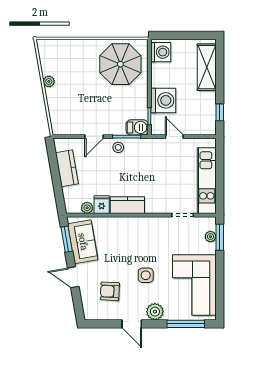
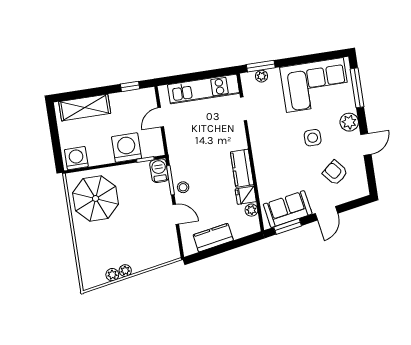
plant: (47, 69) -> (112, 275), added
door: (174, 137) -> (161, 117), moved
armchair: (110, 291) -> (335, 173), turned 137

